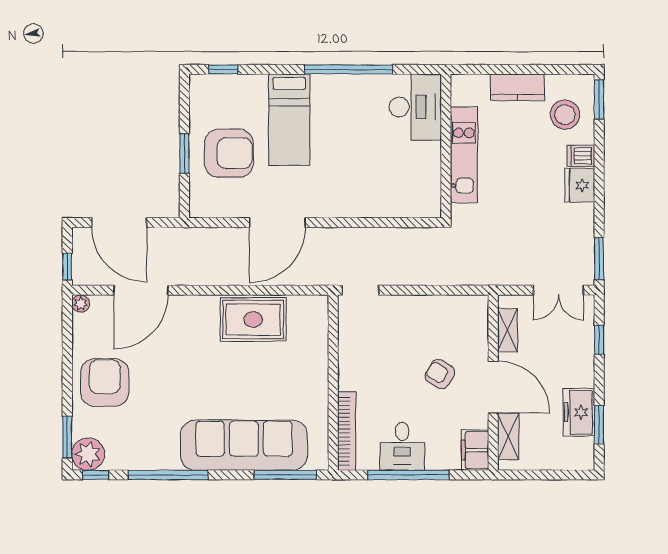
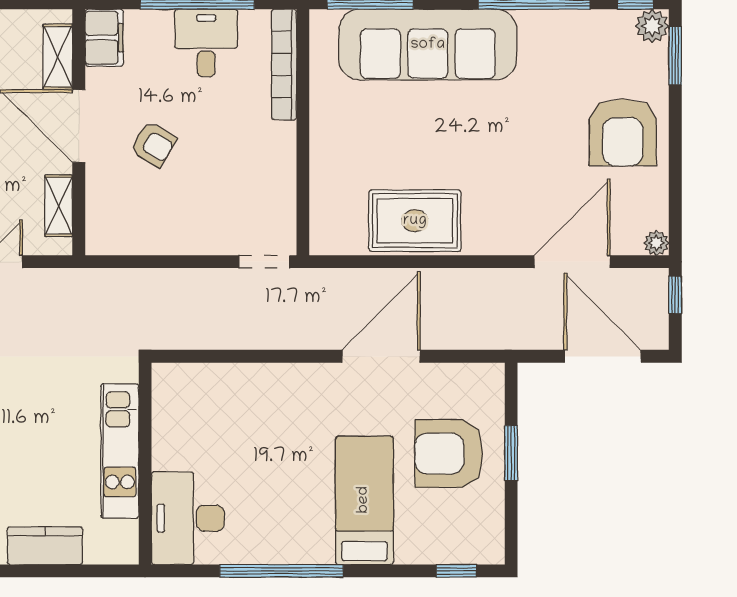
plant: (88, 454) -> (652, 26), width x0.73, depth x0.73

